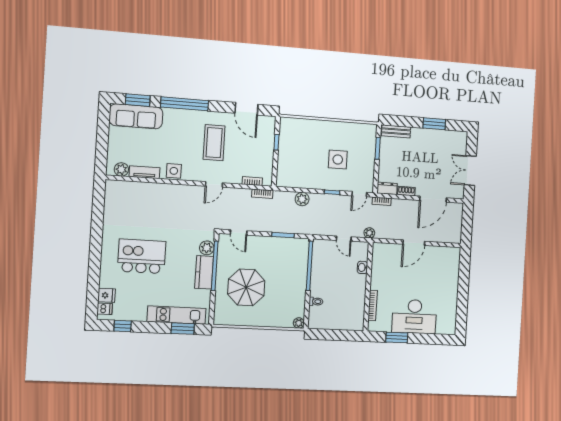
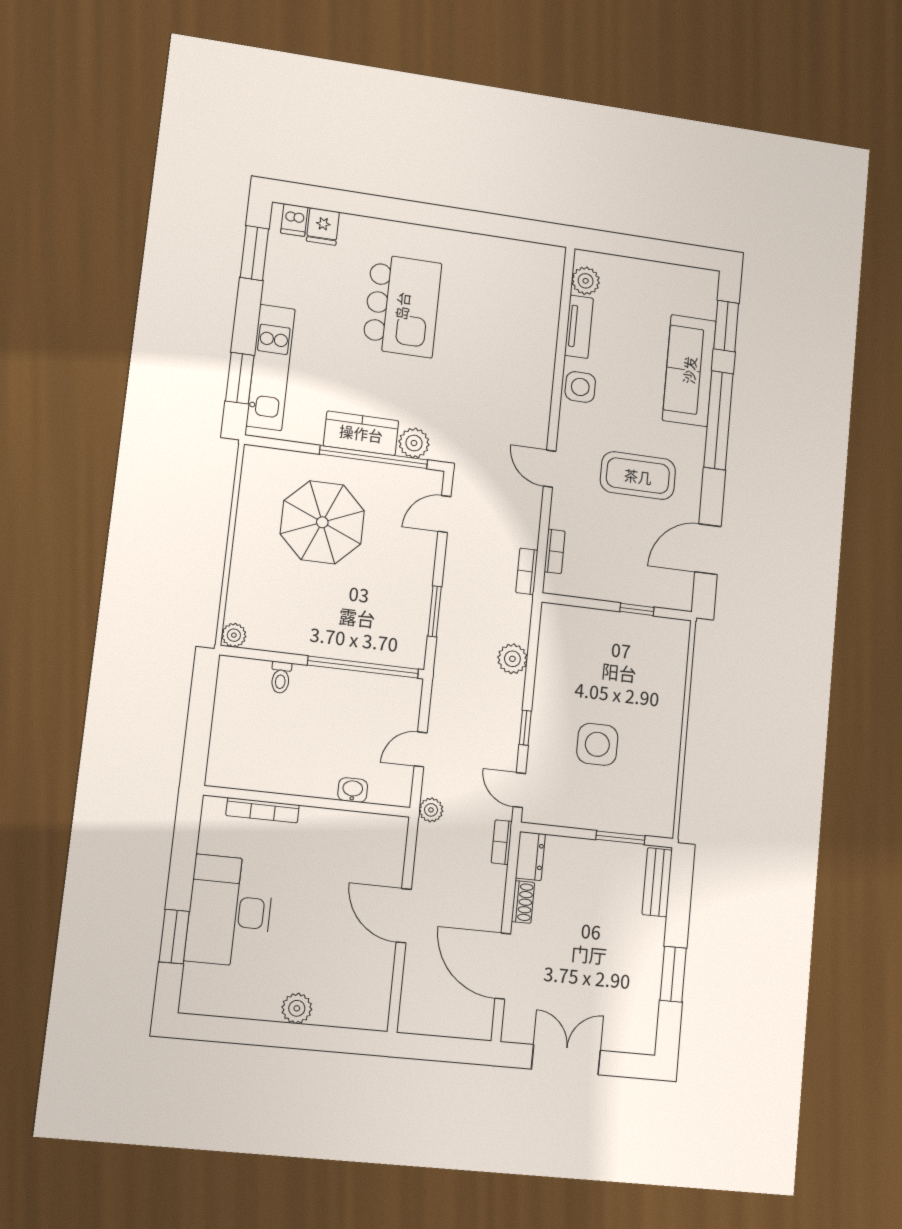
sofa: (136, 116) -> (689, 370), moved
plant: (452, 286) -> (297, 1008), added
window: (123, 326) -> (254, 253), width x1.50
window: (397, 338) -> (174, 937), moved

